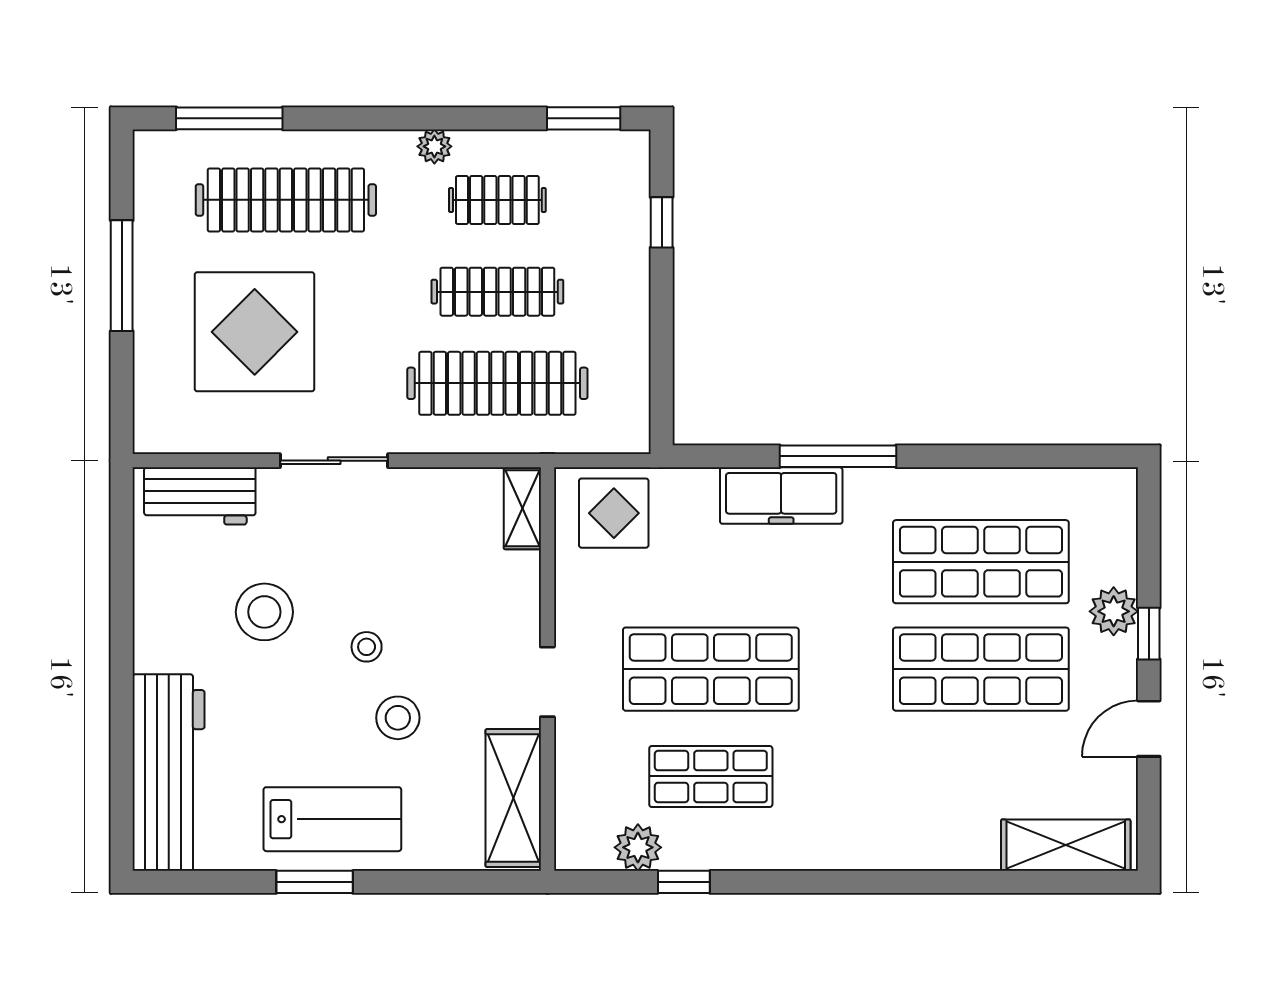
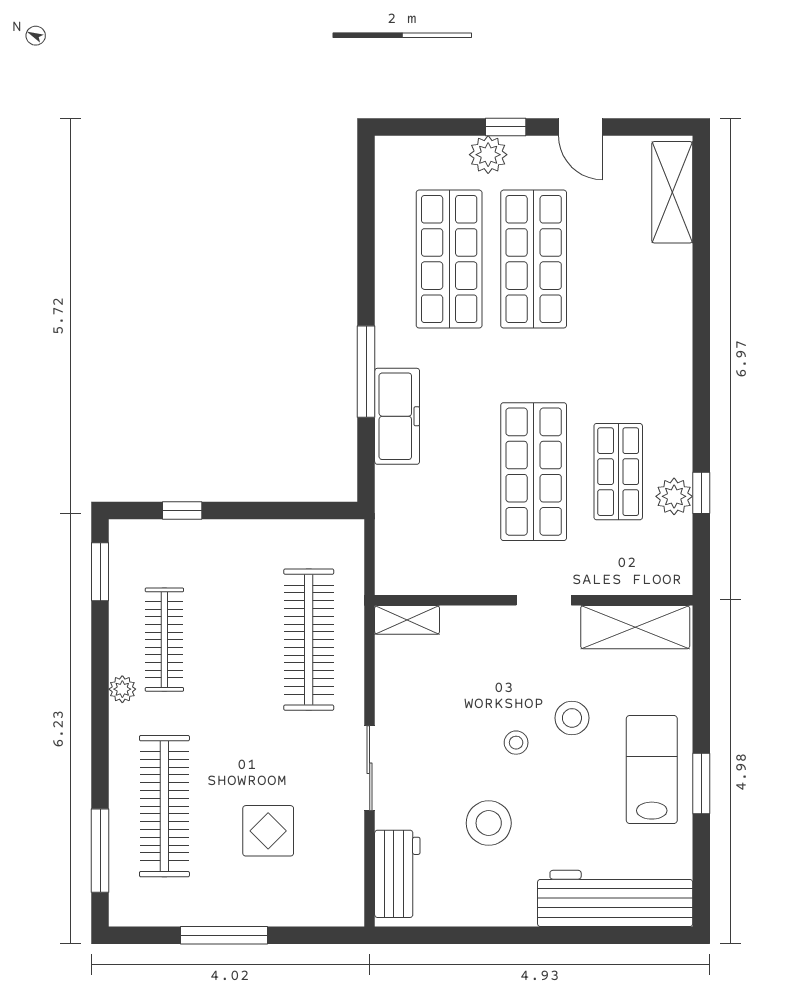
clothes rail: (497, 200) -> (164, 640), width x1.36
clothes rail: (497, 292) -> (237, 640), removed
display table: (255, 332) -> (268, 831), width x0.54, depth x0.54
display table: (614, 513) -> (411, 548), removed
plant: (638, 847) -> (674, 496), moved

